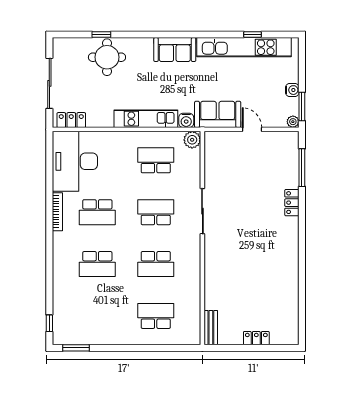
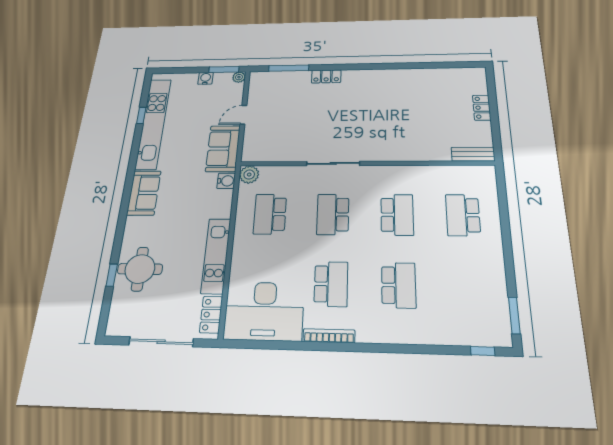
kitchen unit: (146, 119) -> (216, 256), moved

